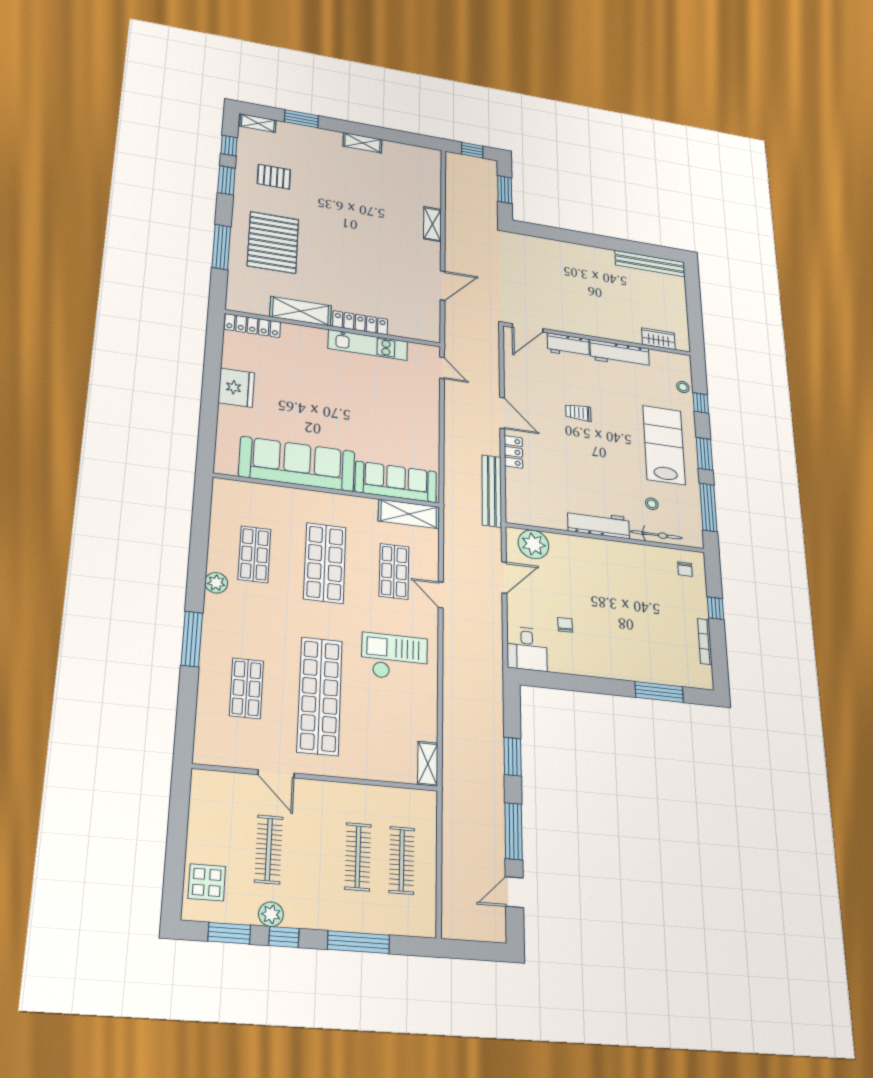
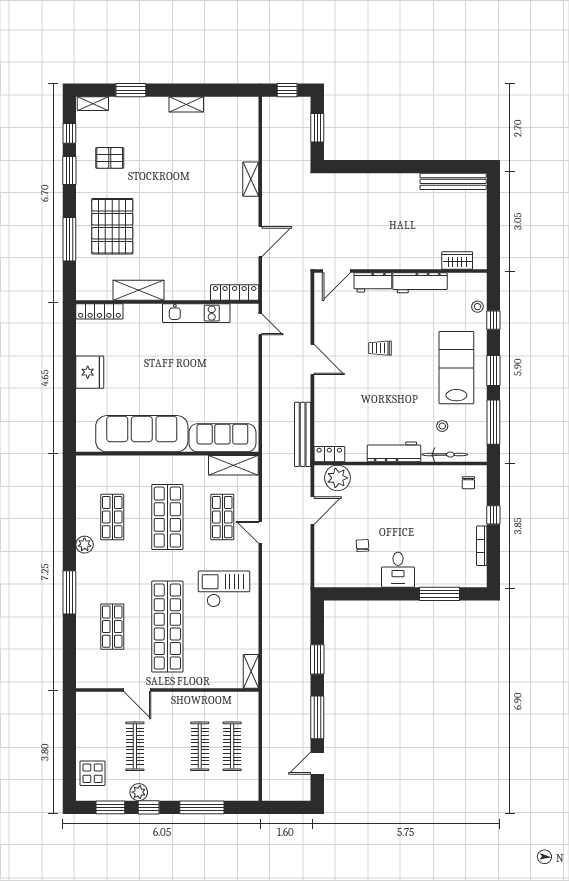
locker: (360, 323) -> (235, 292), moved
locker: (513, 452) -> (329, 454), moved, turned -90
desk: (527, 649) -> (398, 570), moved

